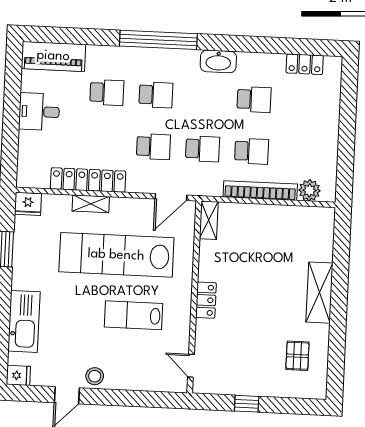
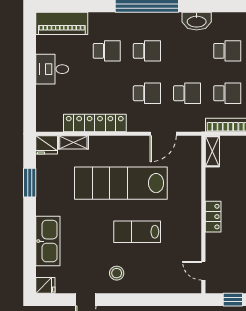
shelving: (91, 204) -> (73, 142), moved
shelving: (209, 220) -> (212, 151), moved
wall: (194, 297) -> (203, 214), moved
locker: (206, 300) -> (213, 217), moved
door: (191, 366) -> (203, 271), moved
stool: (95, 376) -> (117, 273), moved

